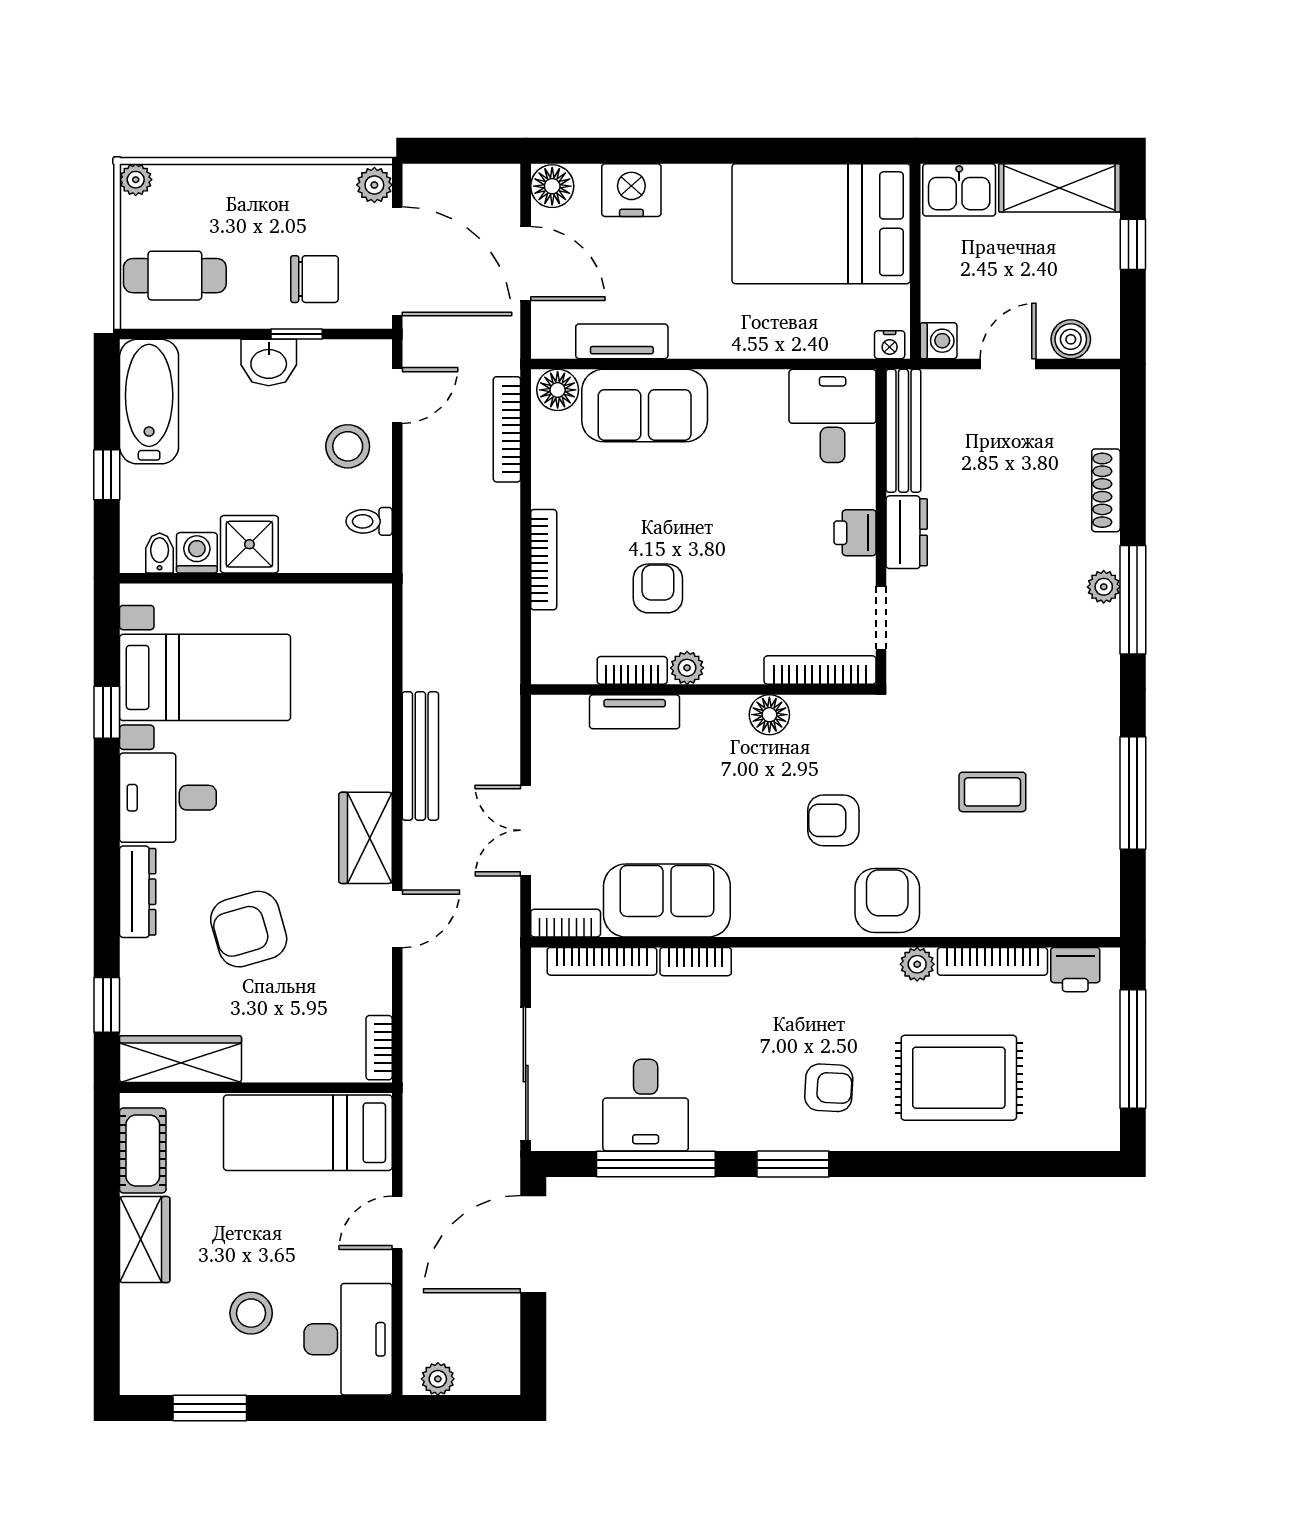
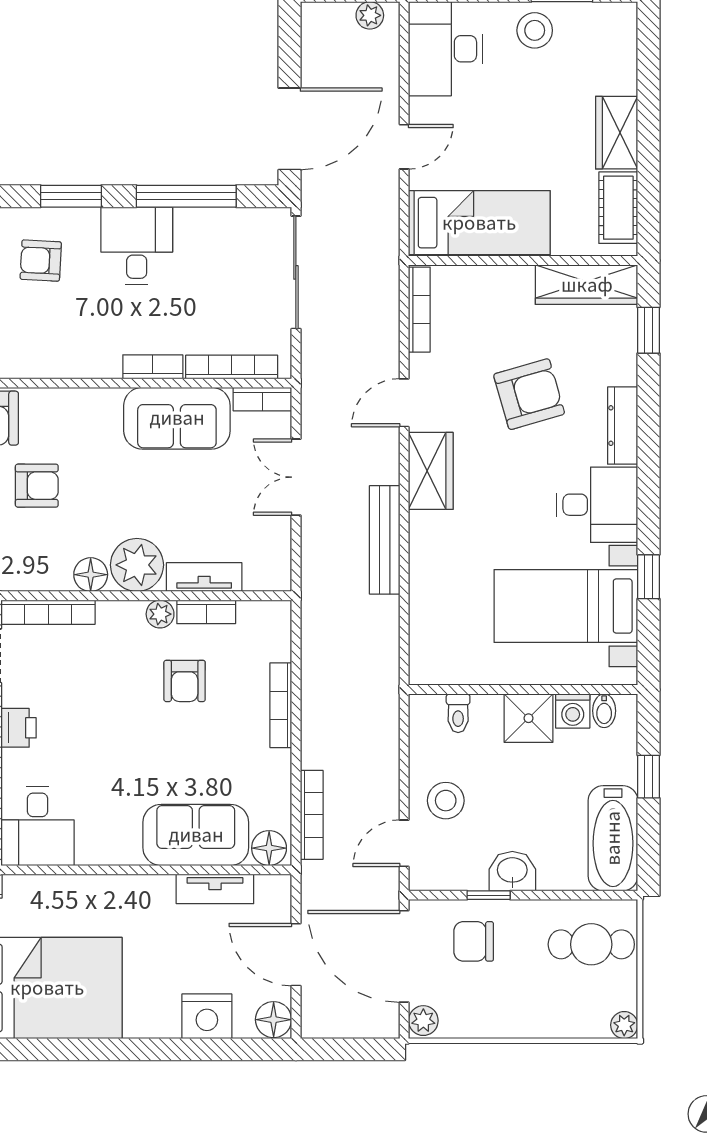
toilet: (369, 521) -> (458, 713), moved, turned 90
plant: (714, 726) -> (137, 565), added
double door: (526, 830) -> (296, 477), swing flipped
bookcase: (379, 1048) -> (419, 310), width x1.56
desk: (646, 1105) -> (137, 246), moved
stool: (251, 1313) -> (535, 30), moved

